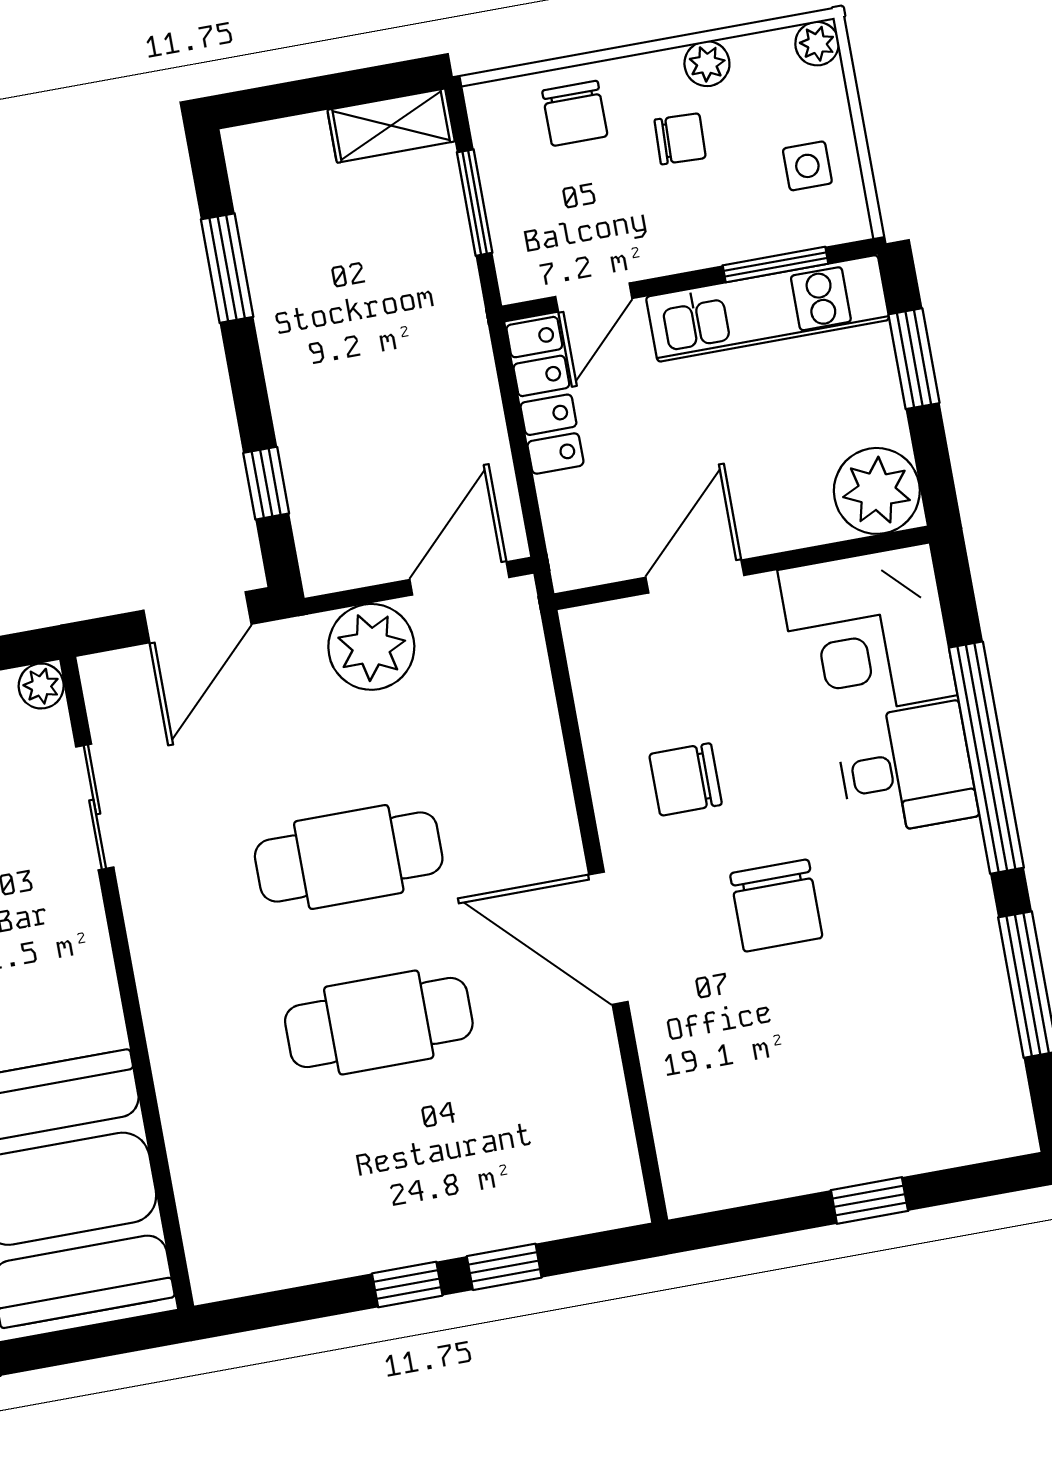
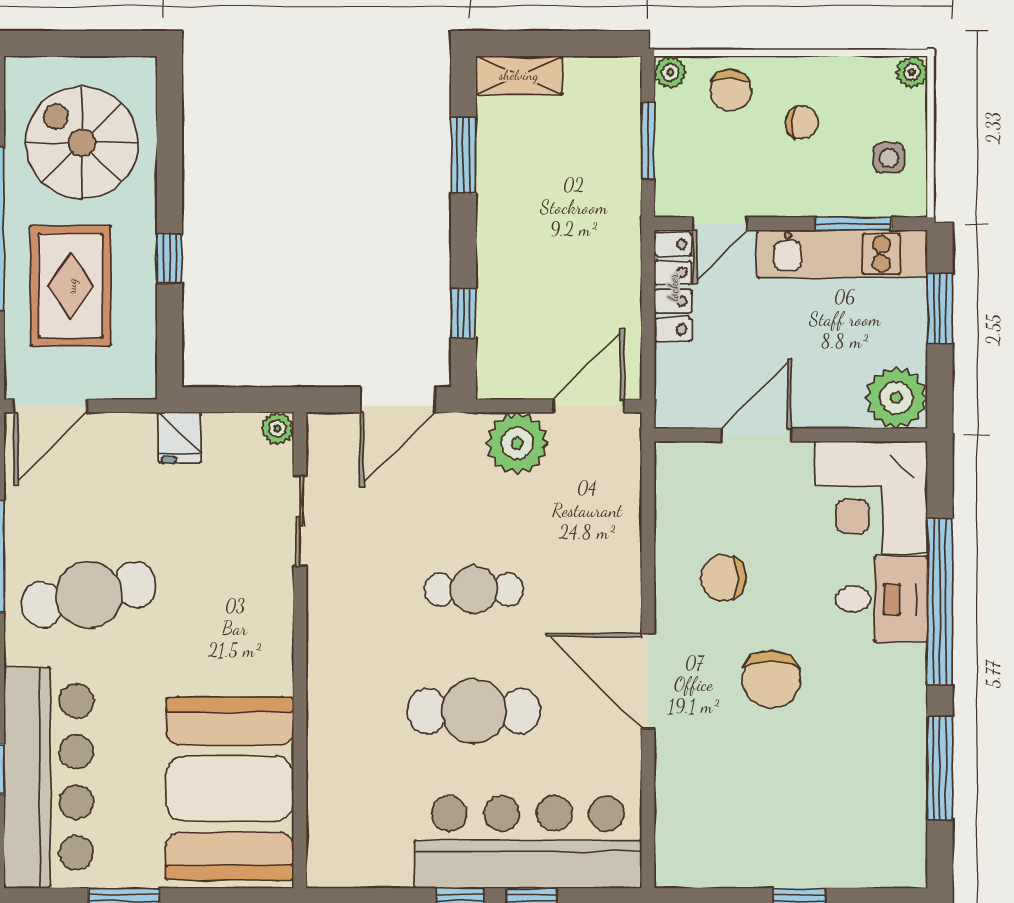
plant: (707, 64) -> (670, 72), moved
shelving: (391, 126) -> (519, 75), moved
cafe table: (349, 857) -> (474, 590), width x0.73, depth x0.74
bar counter: (485, 1188) -> (528, 842), added

